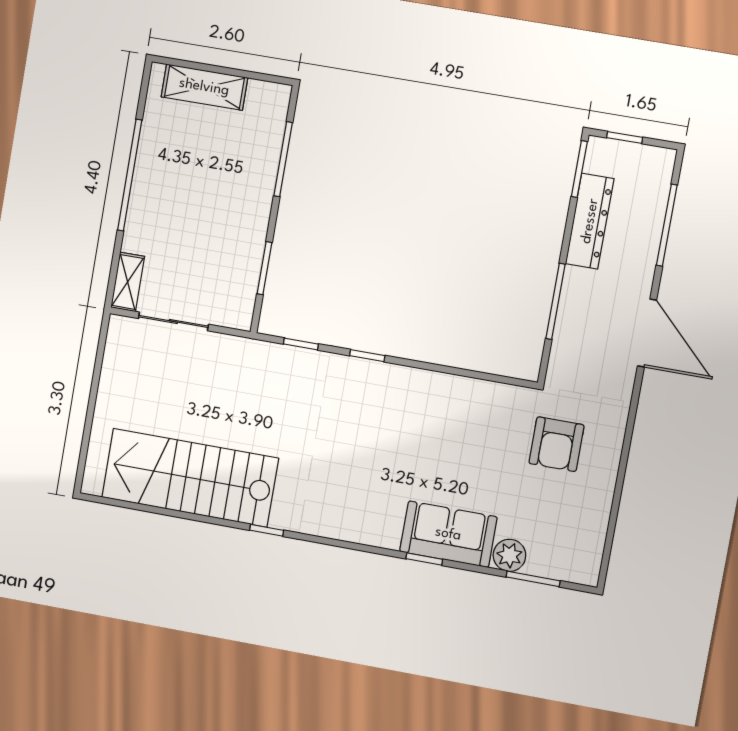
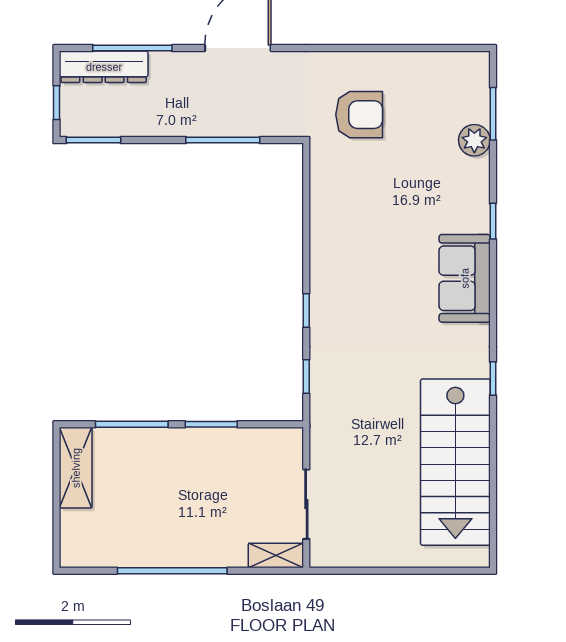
shelving: (204, 87) -> (76, 468), moved
dresser: (590, 221) -> (104, 67), moved, turned 180
window: (265, 268) -> (211, 424), moved
sofa: (448, 534) -> (465, 278), moved

